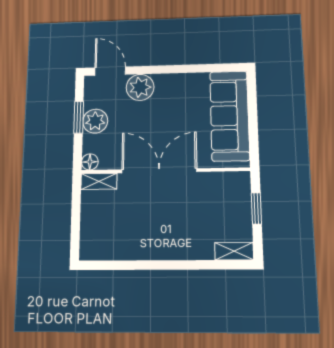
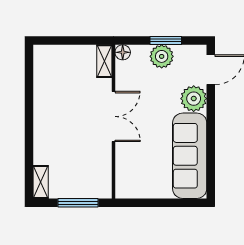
sofa: (230, 116) -> (190, 156), moved, turned -90
double door: (159, 171) -> (113, 116), width x0.73
window: (256, 208) -> (78, 203), width x1.44

